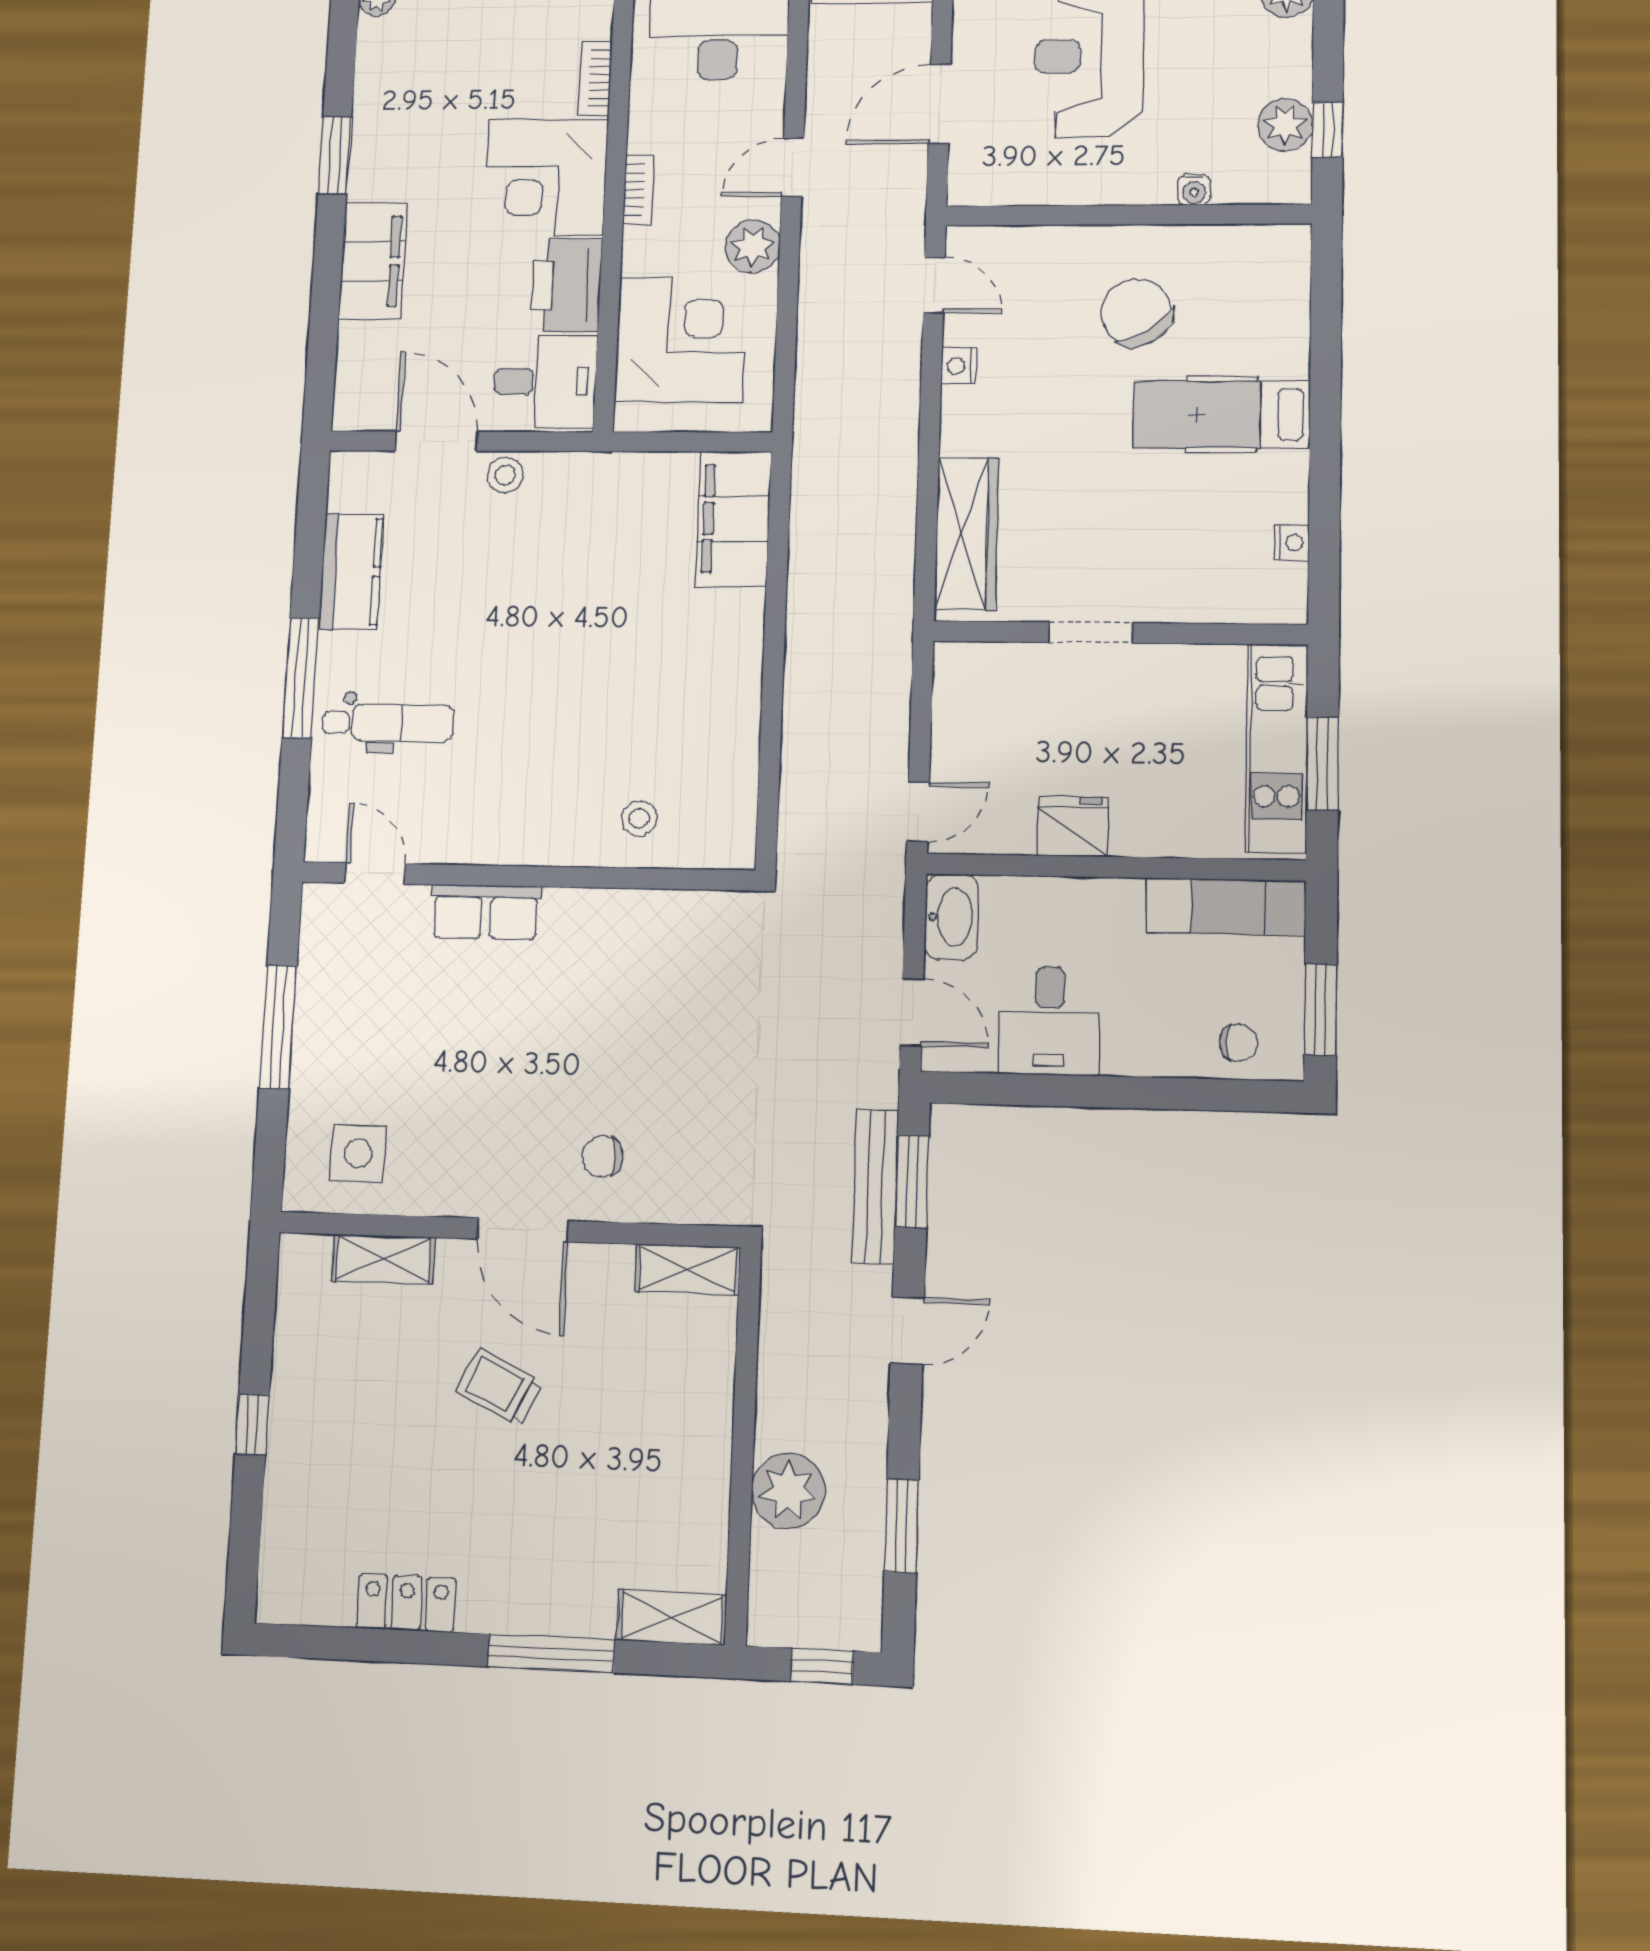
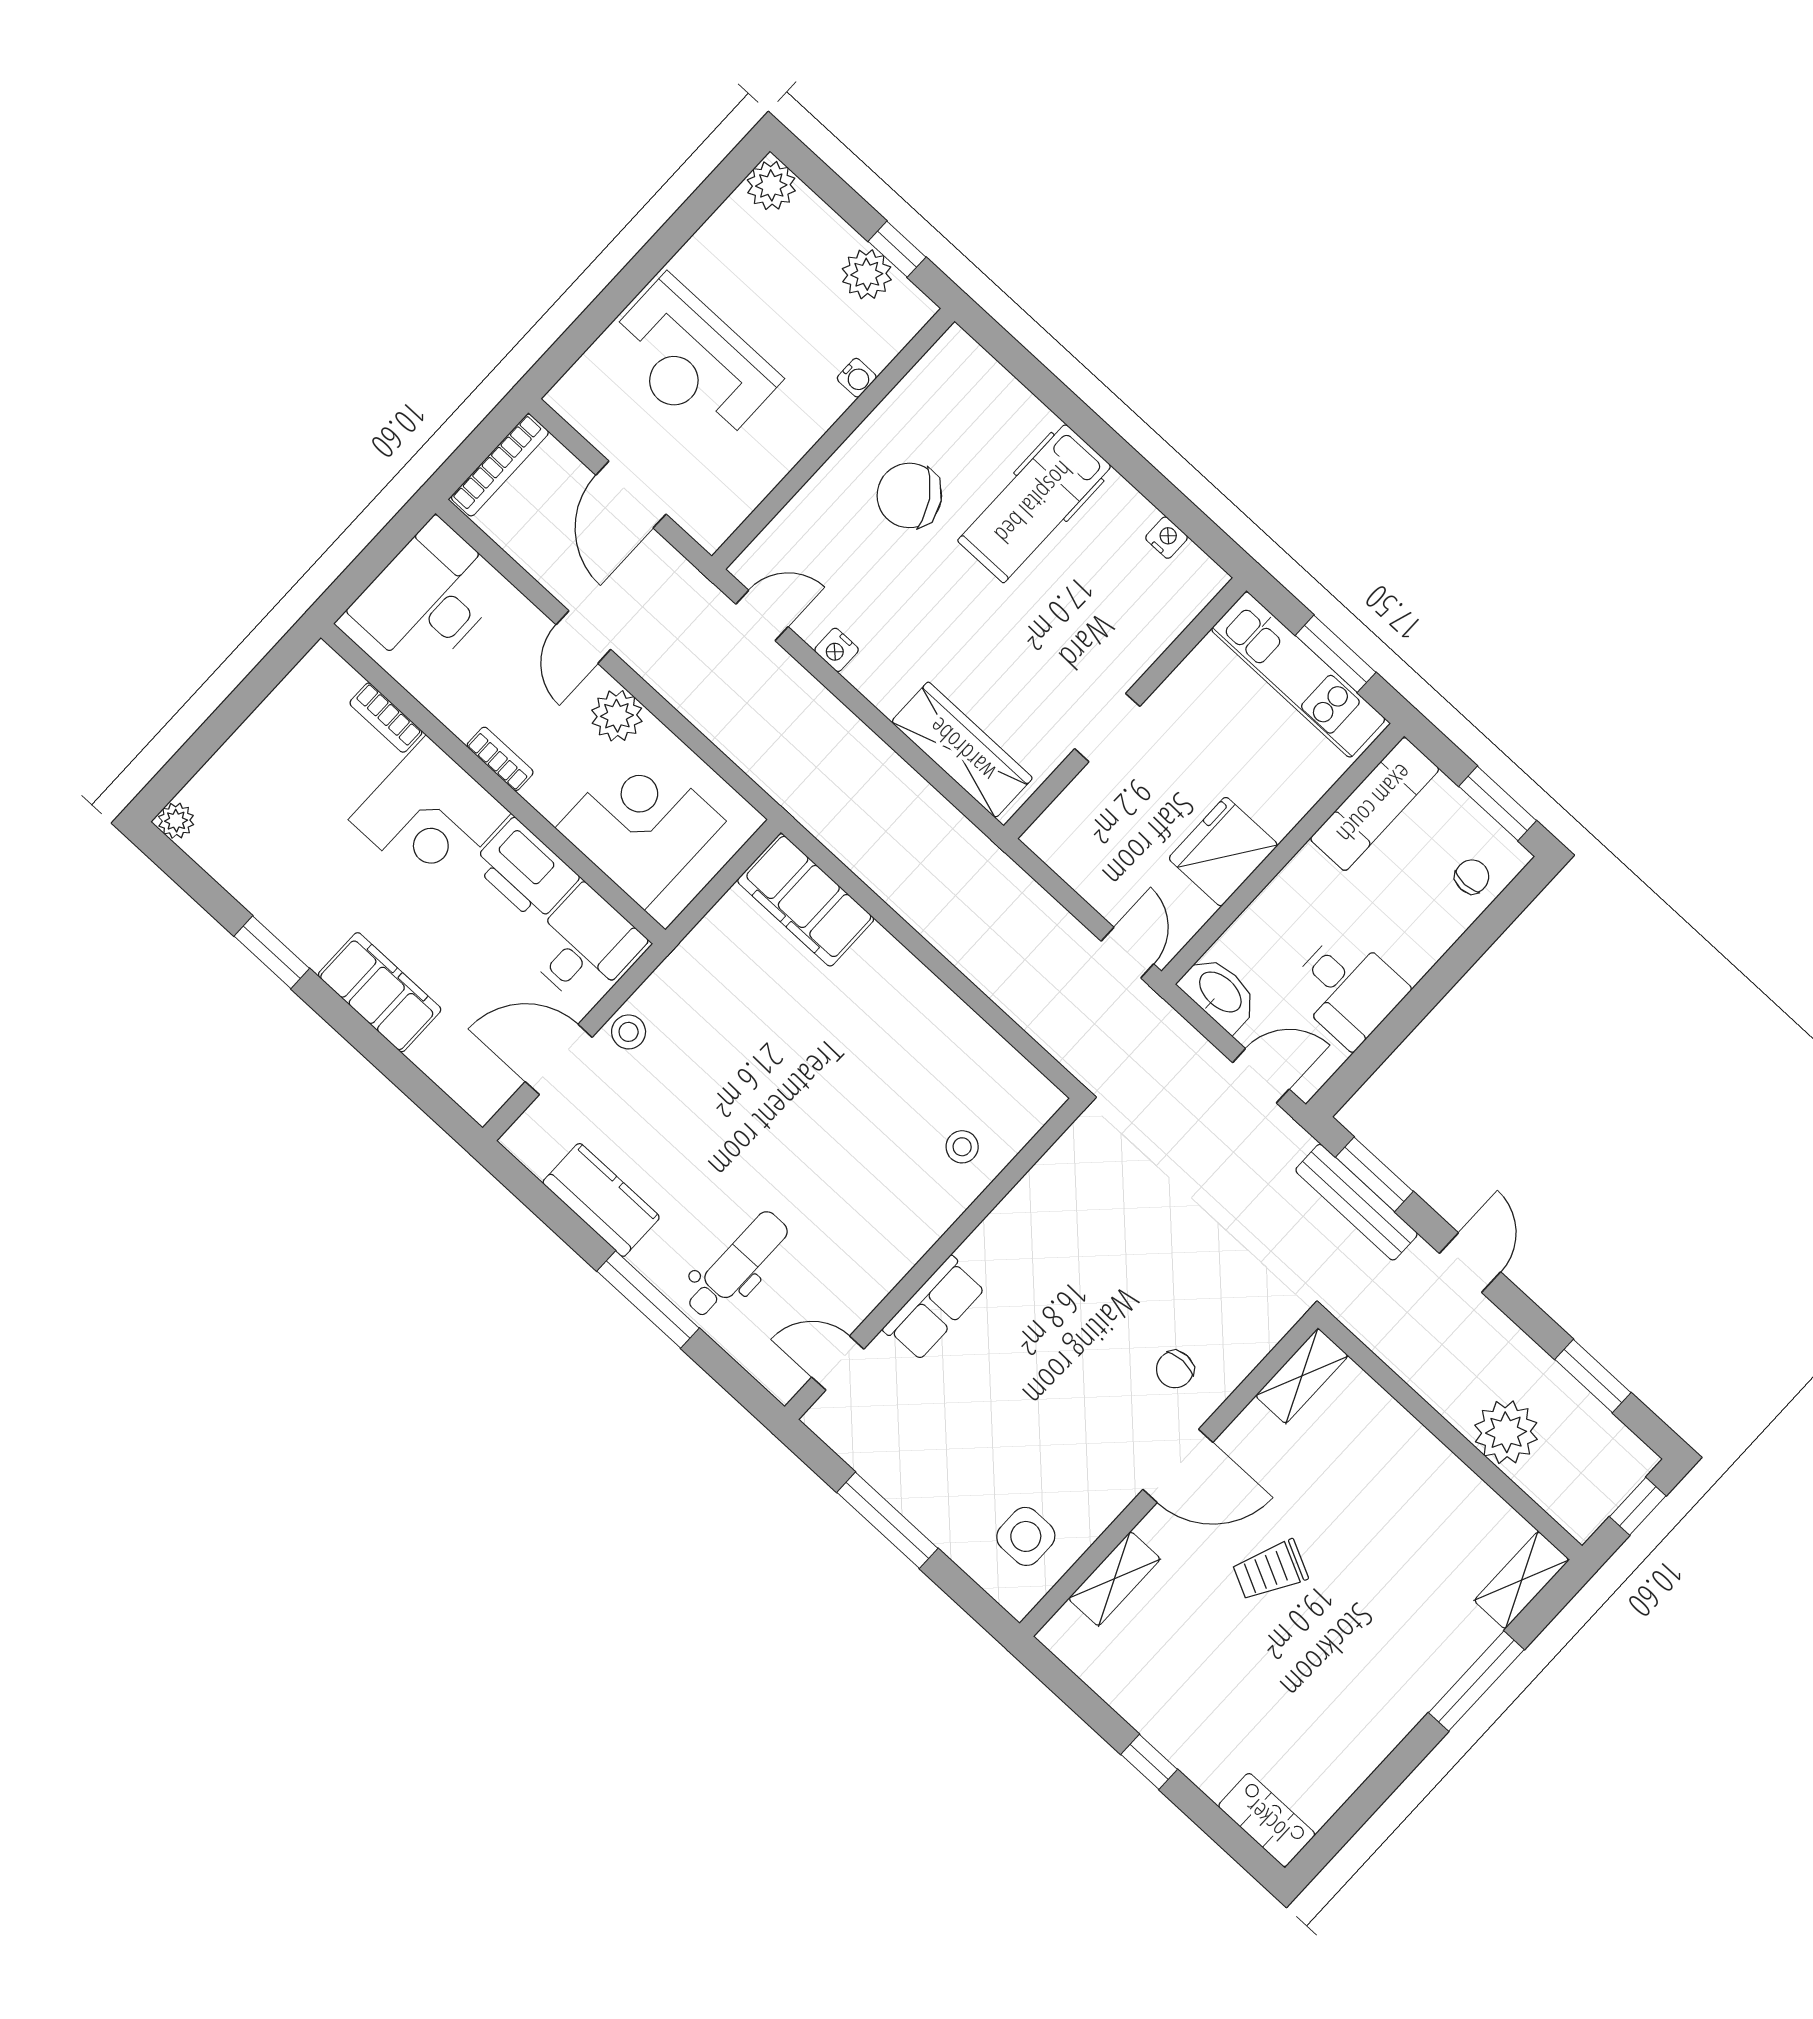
fridge: (1072, 826) -> (1223, 852), width x1.36, depth x1.34
locker: (406, 1603) -> (1267, 1820), moved, turned 90

